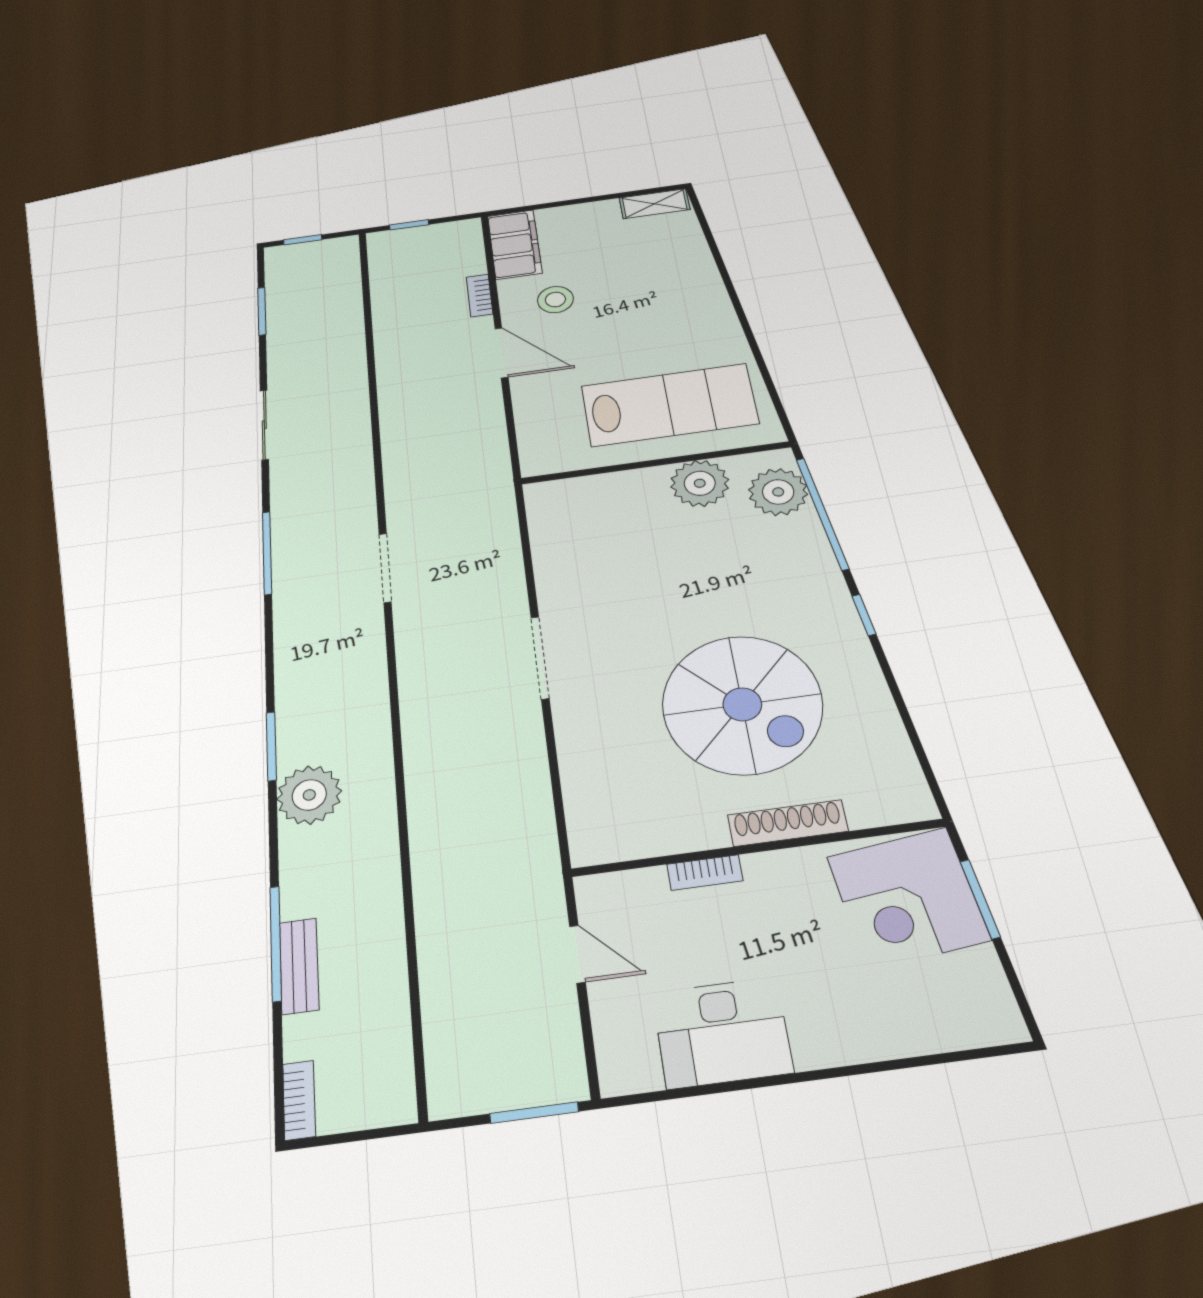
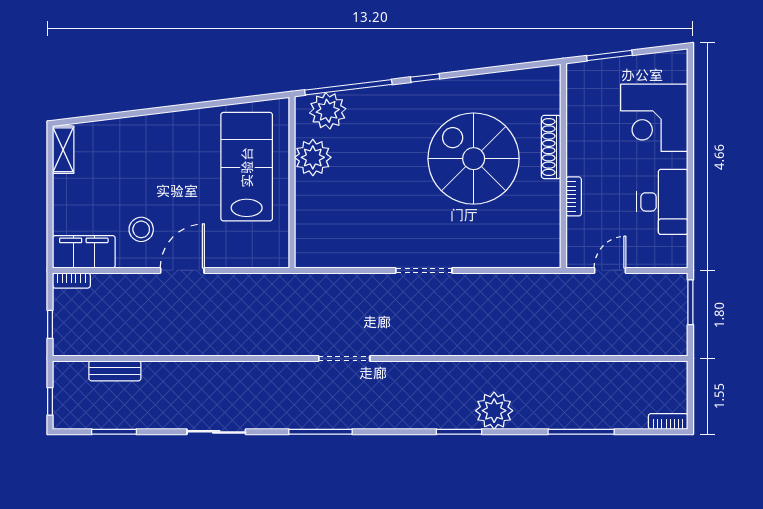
bookcase: (480, 296) -> (71, 280), moved
spiral stairs: (742, 704) -> (474, 159), turned -90
corner desk: (908, 898) -> (654, 118), moved, turned 97
bench: (299, 966) -> (115, 371), moved

